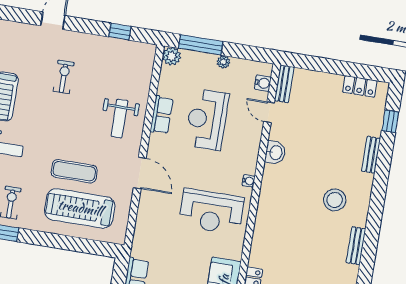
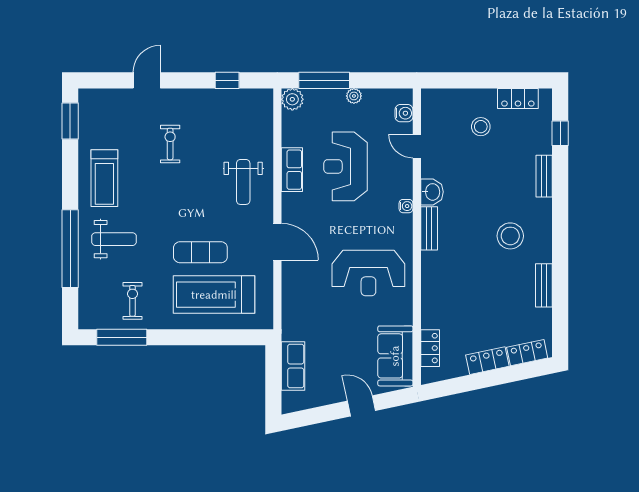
bench: (284, 84) -> (429, 228), moved
stool: (325, 105) -> (481, 127), added
water cooler: (249, 181) -> (406, 206), moved

